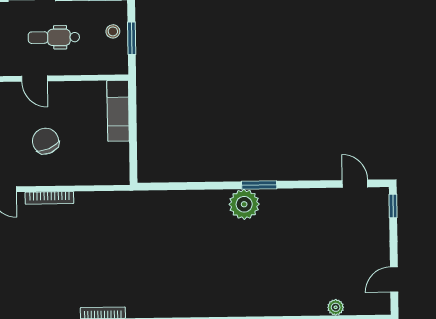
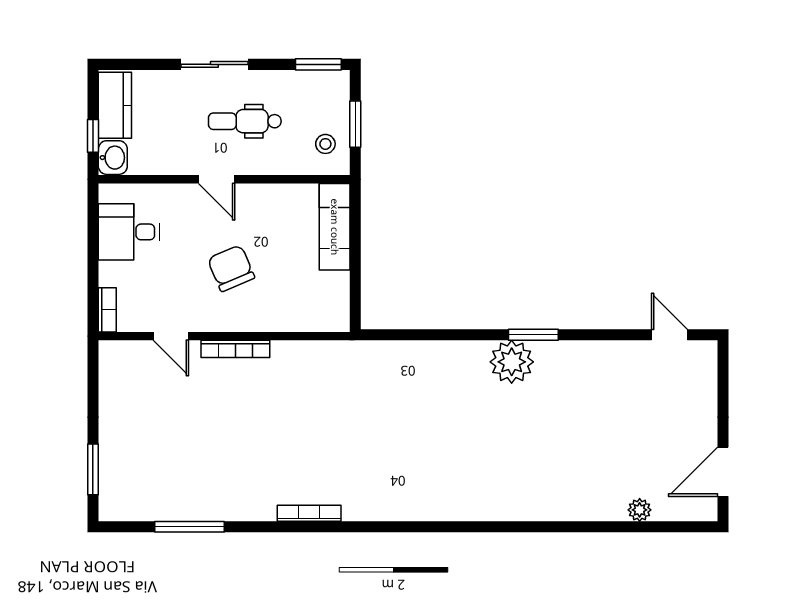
stool: (113, 31) -> (325, 144), moved
window: (393, 206) -> (723, 367), removed
door: (394, 280) -> (723, 472), width x1.38

